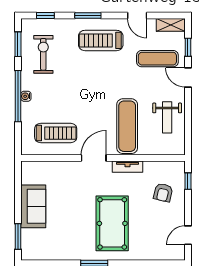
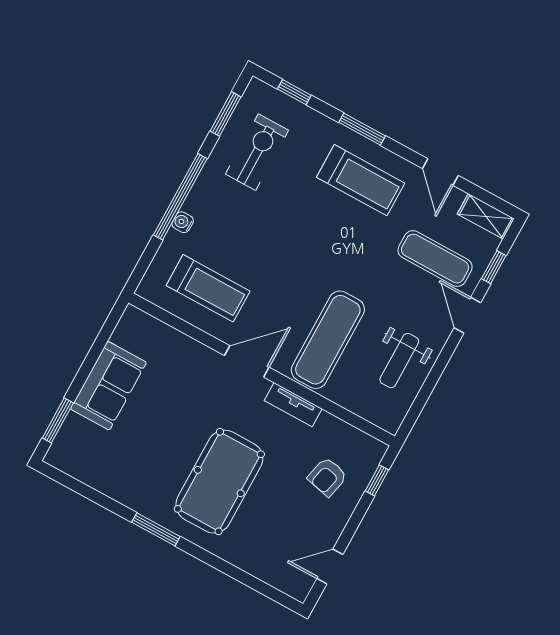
treadmill: (101, 40) -> (361, 180), turned 180
water cooler: (26, 96) -> (183, 222), moved

